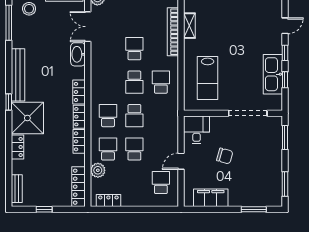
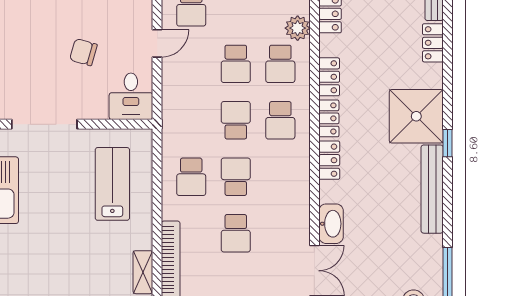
locker: (18, 147) -> (433, 43), moved

